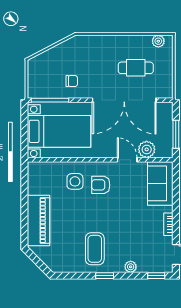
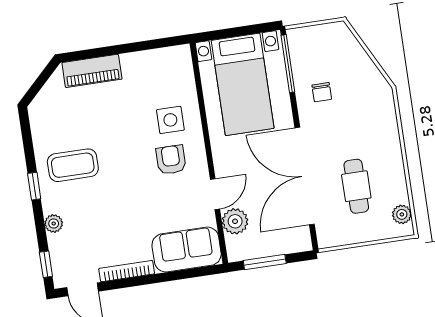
piano: (38, 221) -> (92, 71), width x0.73, depth x0.75
bookcase: (168, 224) -> (127, 271), width x1.56

